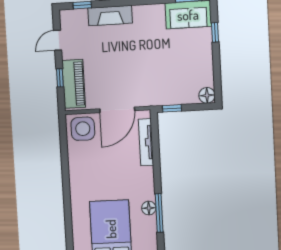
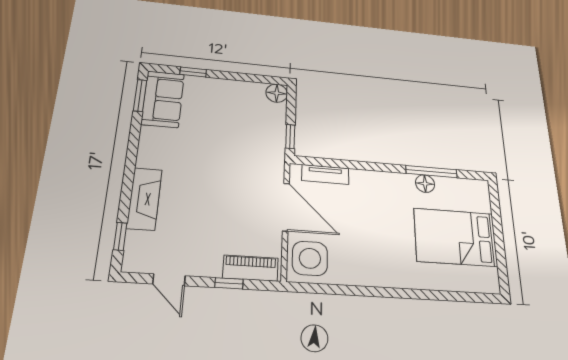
piano: (74, 84) -> (251, 268), width x0.73, depth x0.75
tv unit: (146, 142) -> (325, 174), width x0.71

